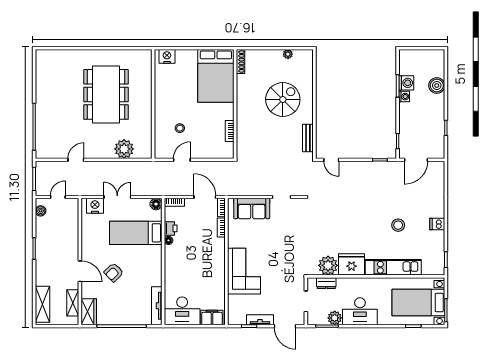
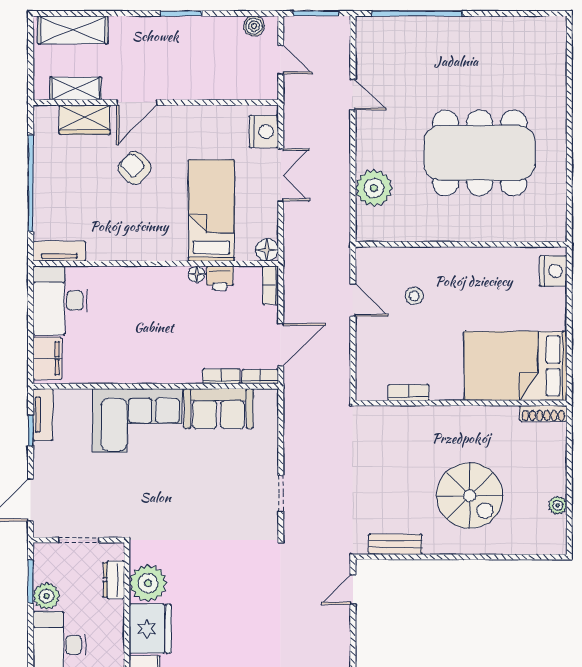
sofa: (252, 209) -> (218, 409), moved, turned -90
tv unit: (157, 306) -> (59, 251), width x0.71
wardrobe: (89, 312) -> (85, 120), moved
tv unit: (260, 320) -> (43, 415), moved

